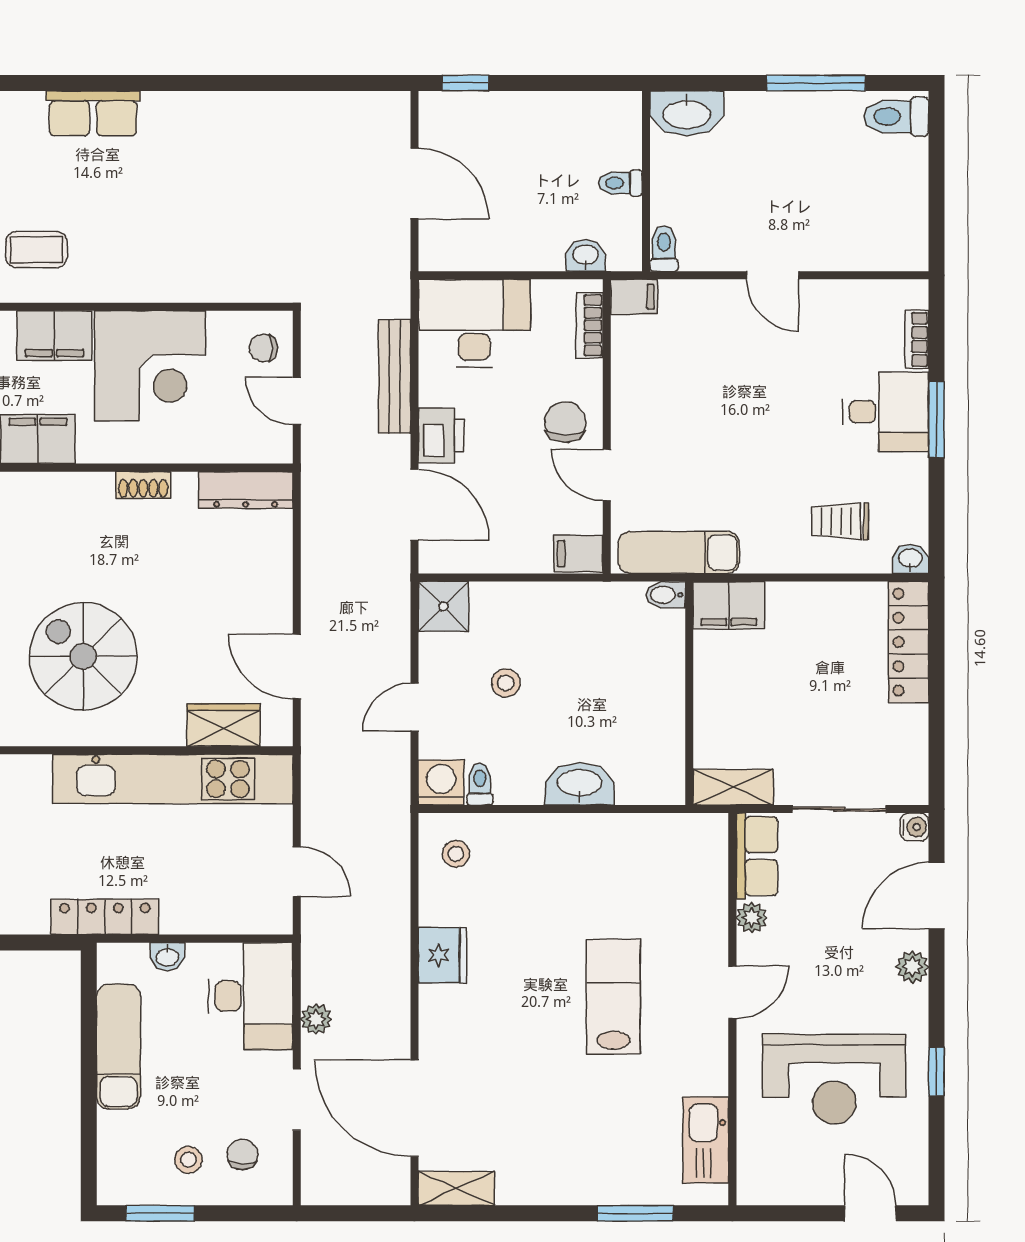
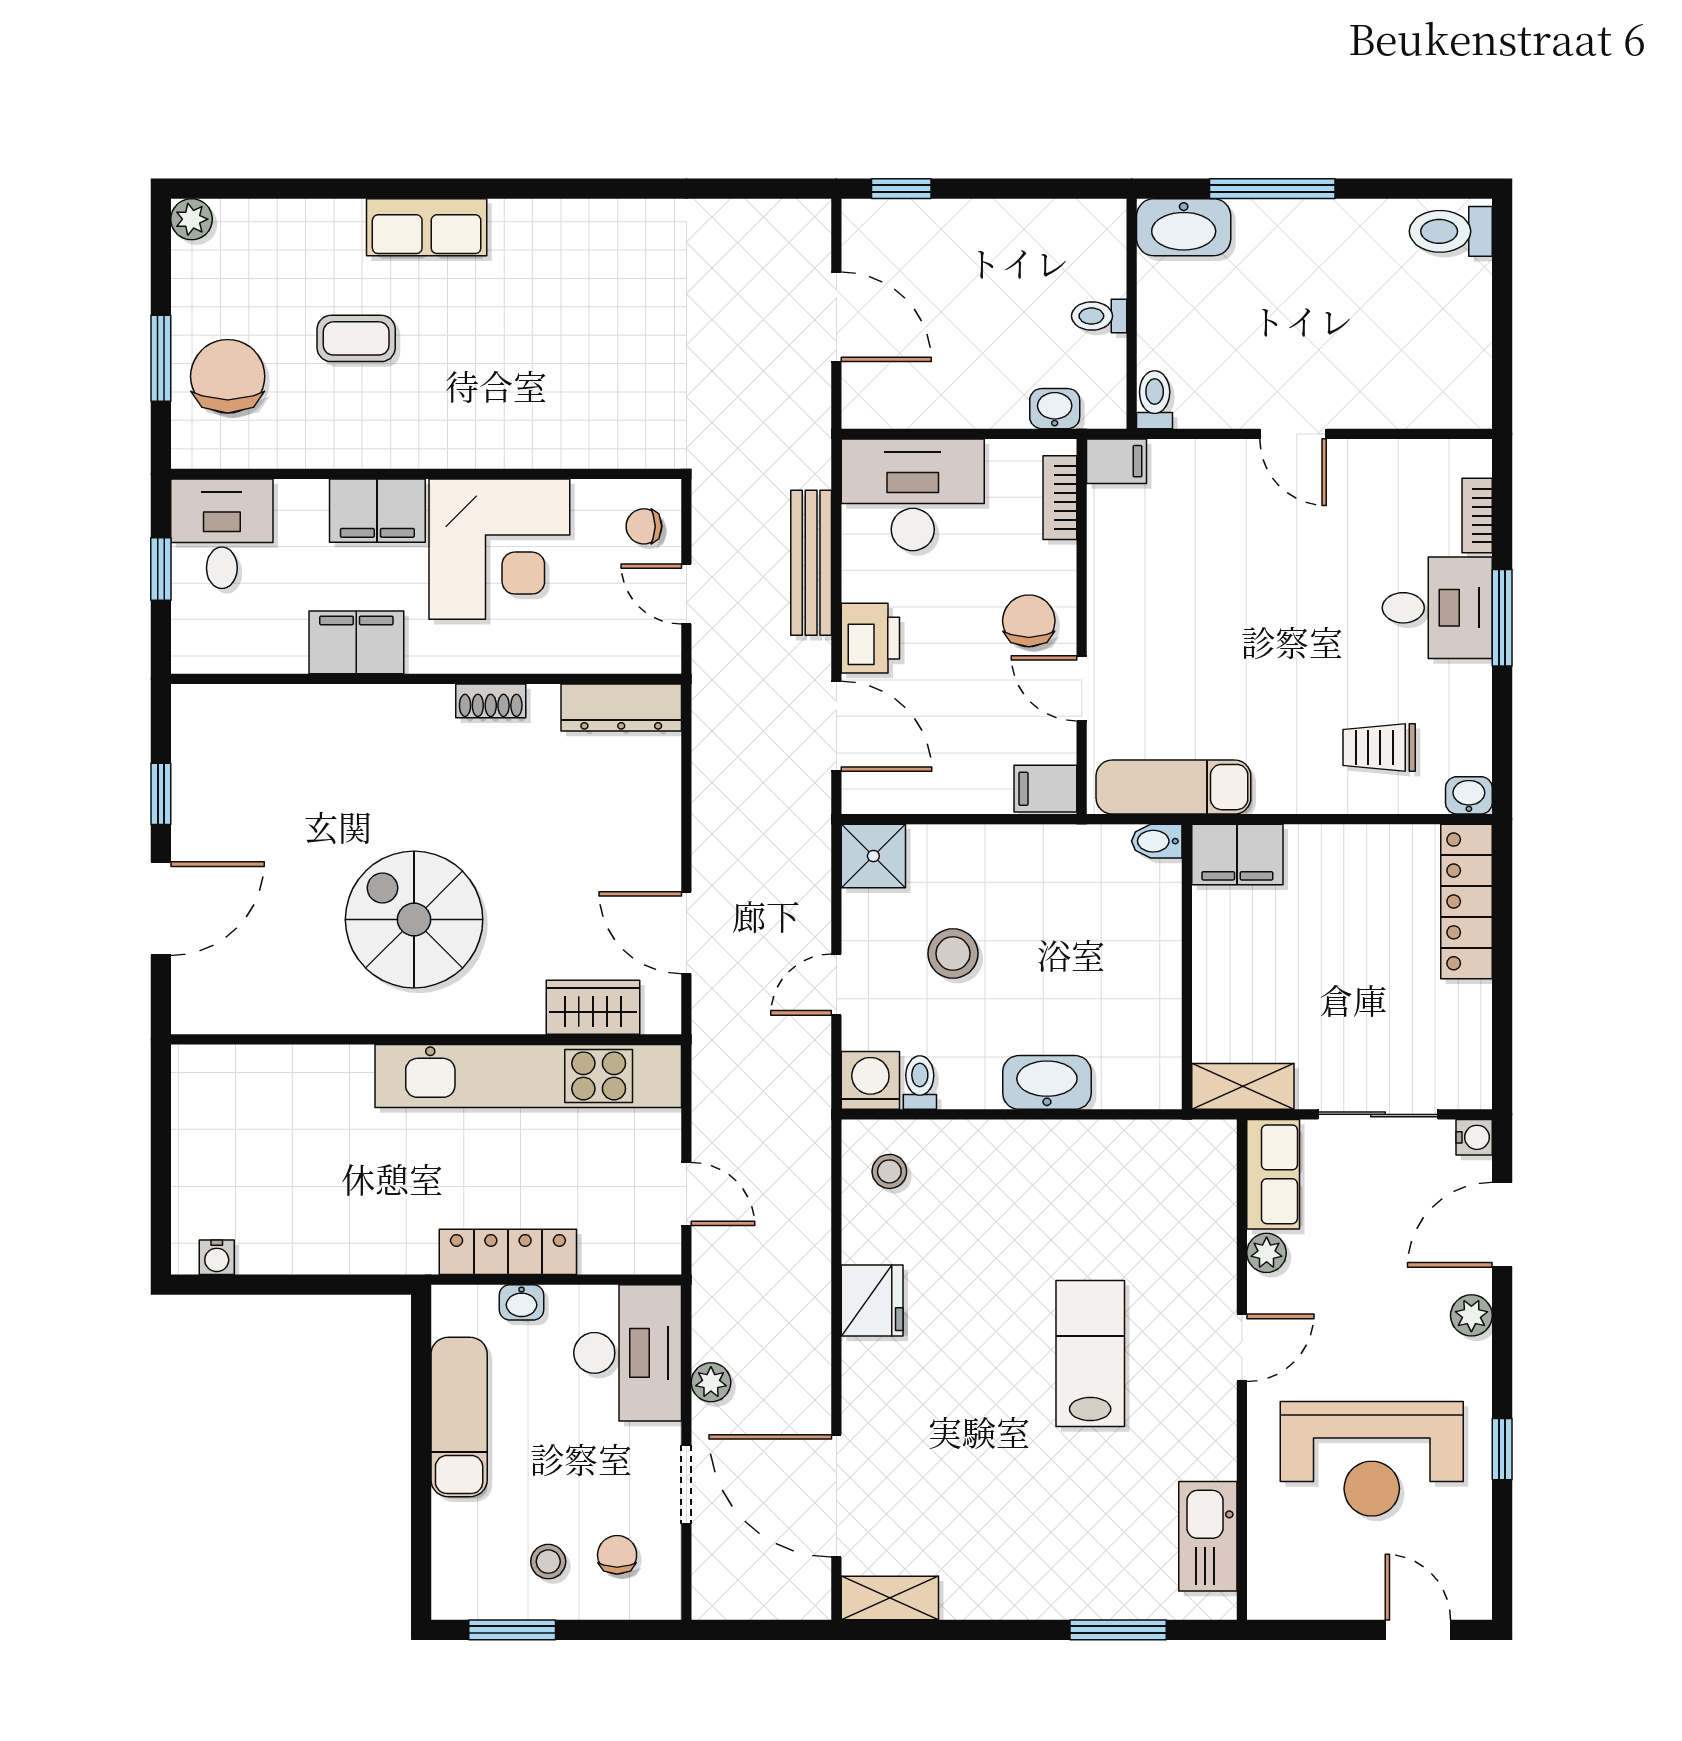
window: (816, 83) -> (1272, 189), moved
coffee table: (36, 250) -> (356, 338), moved
stool: (506, 683) -> (953, 954), width x1.37, depth x1.37
locker: (105, 917) -> (508, 1252), moved

